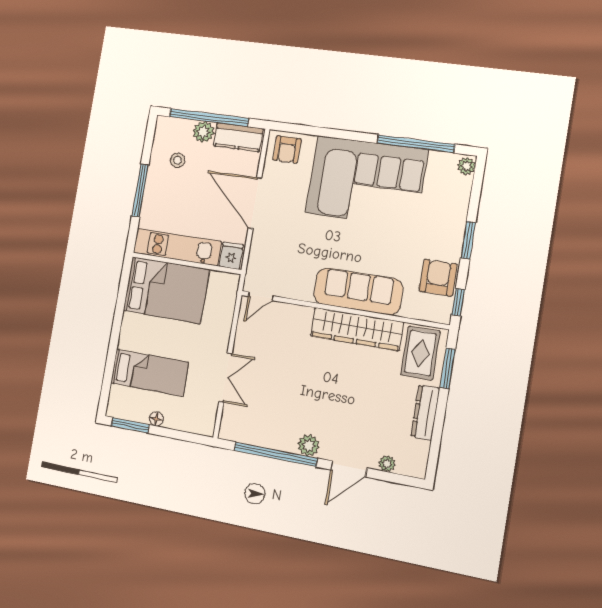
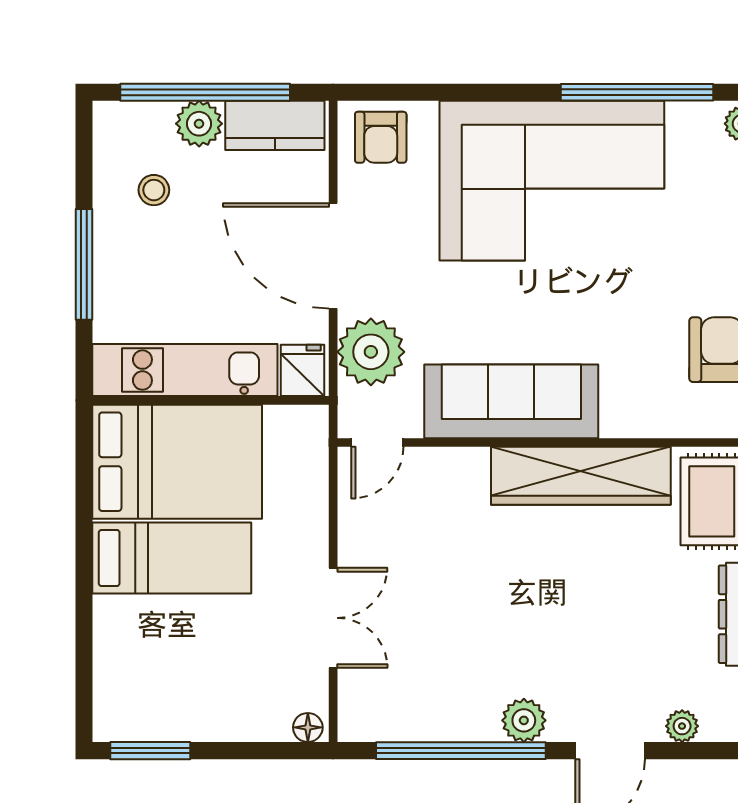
plant: (265, 252) -> (371, 352), added
sofa: (358, 291) -> (511, 401), moved
bed: (149, 373) -> (172, 558), moved
floor lamp: (156, 419) -> (308, 727), moved

